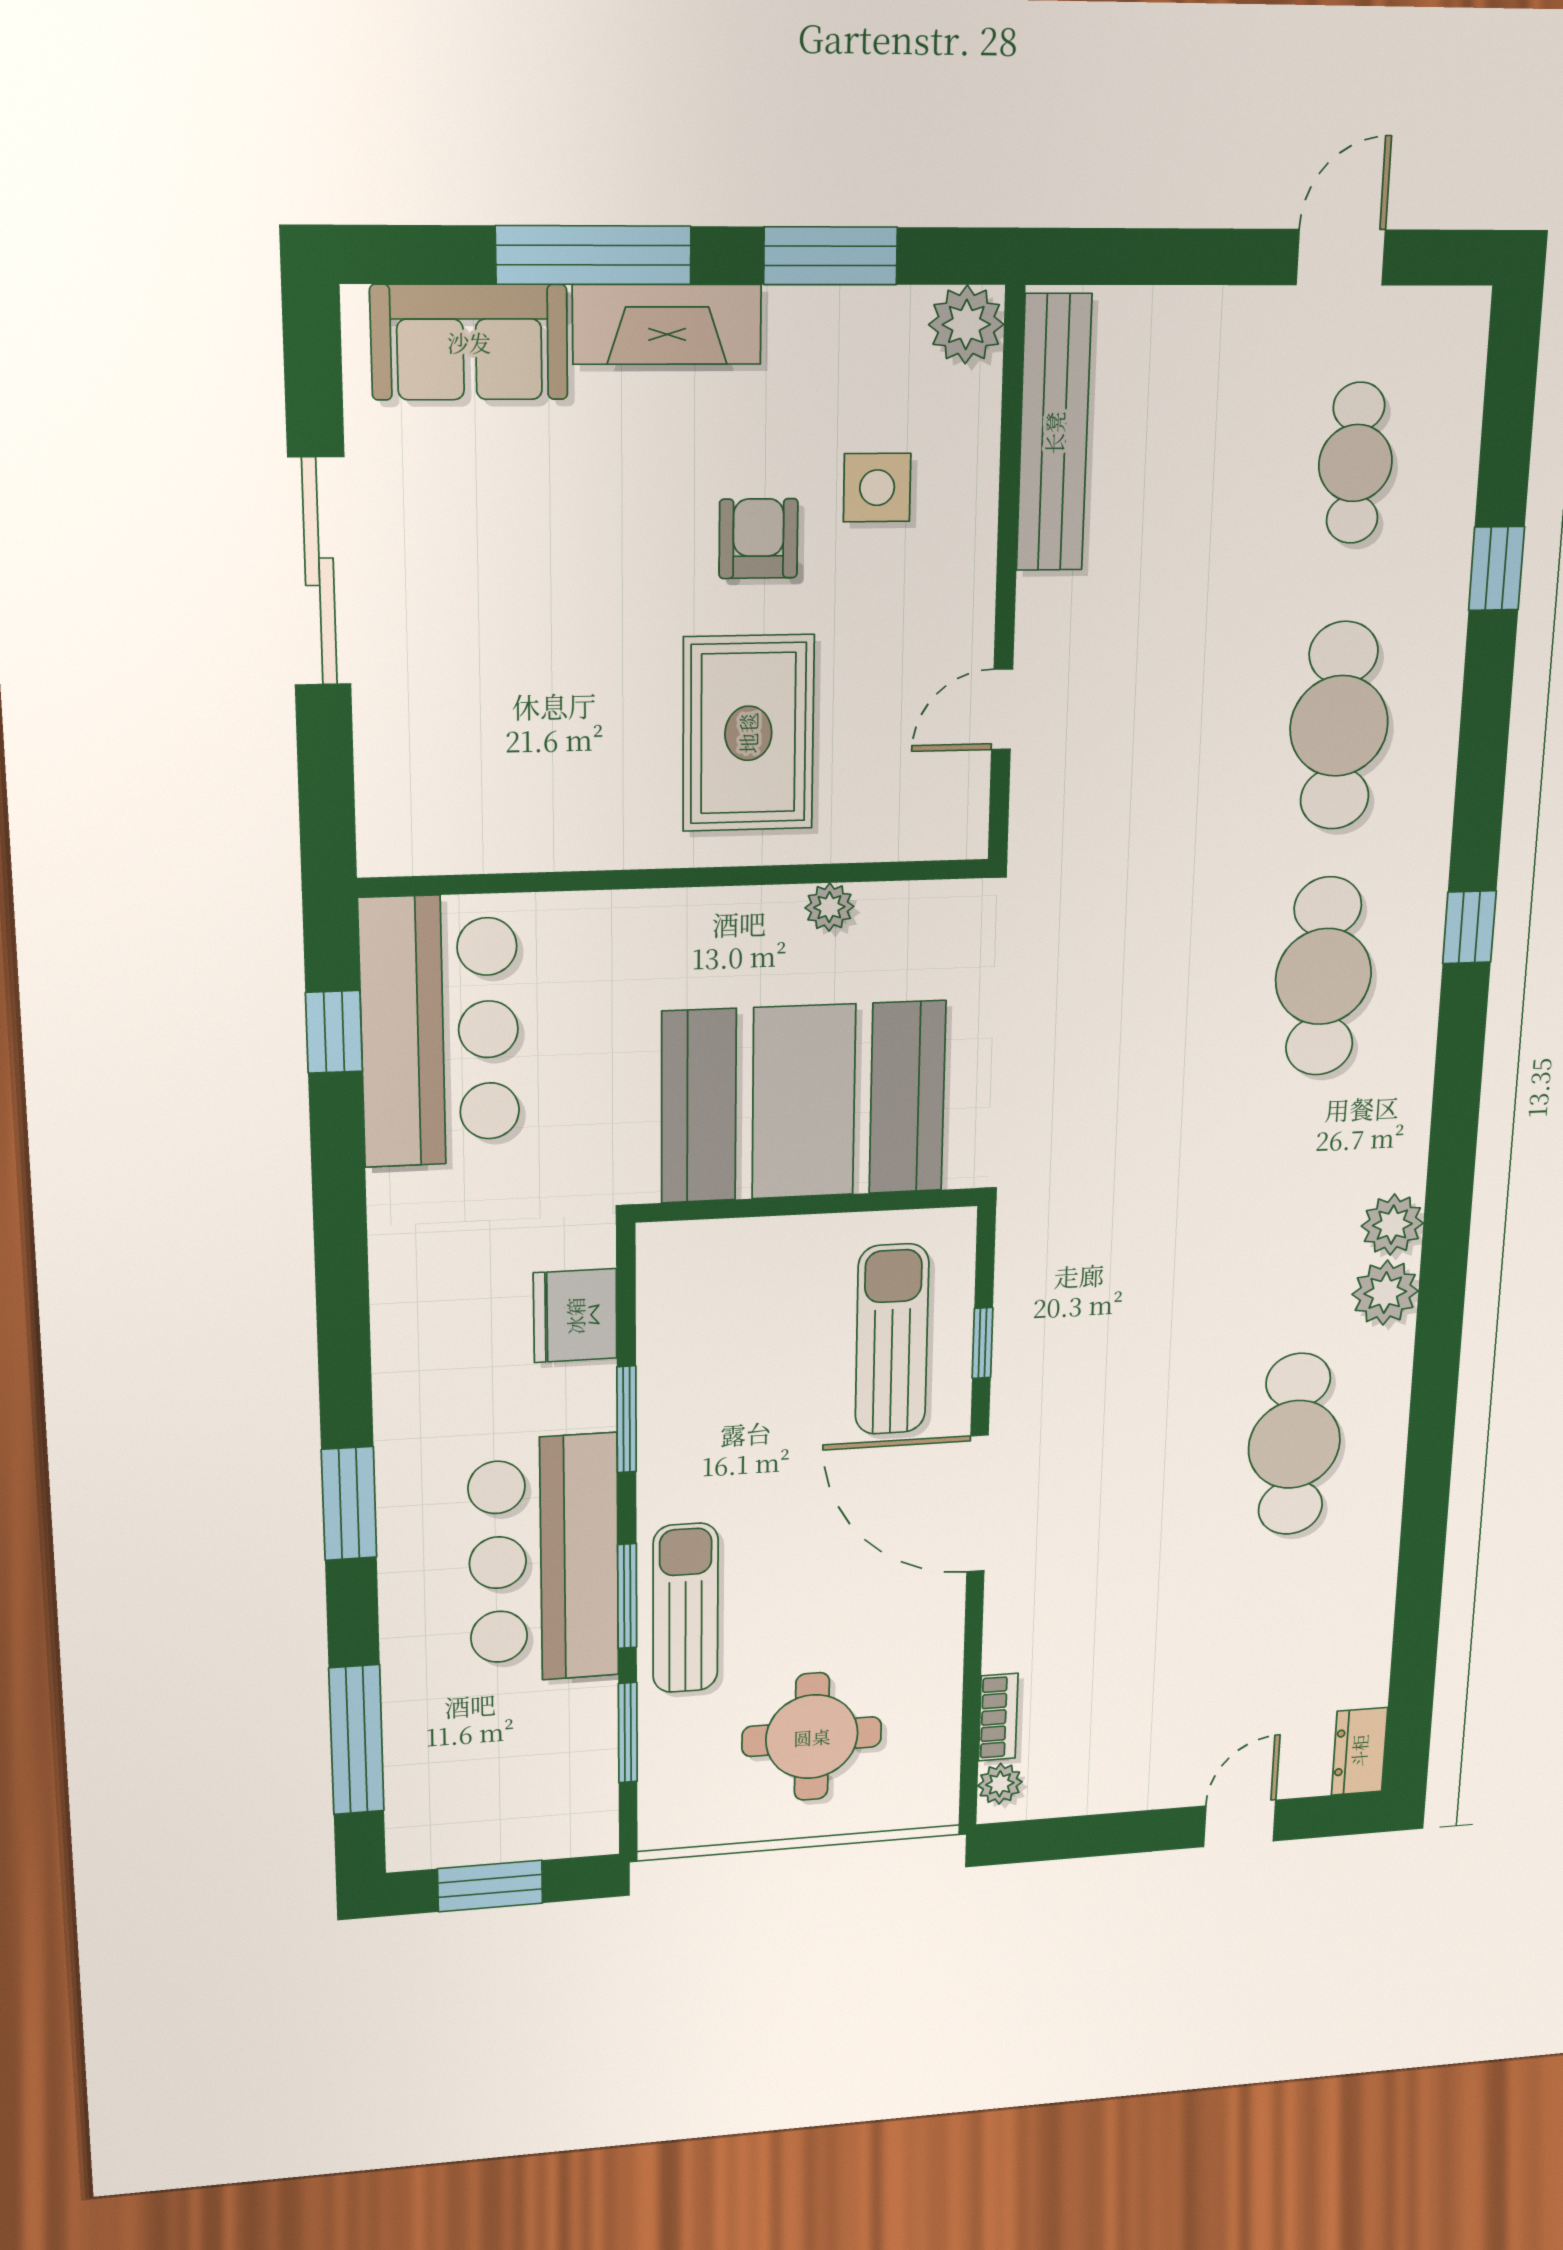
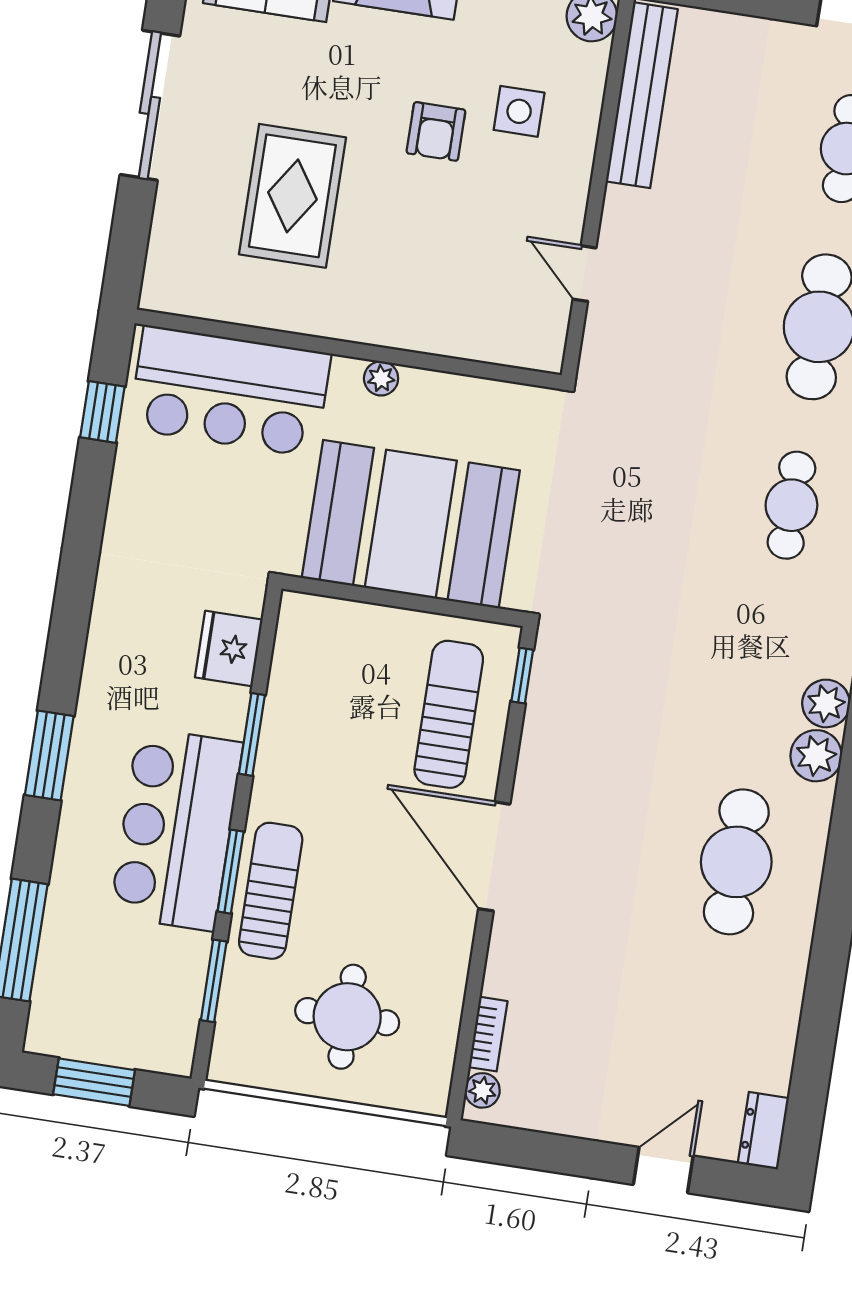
armchair: (758, 539) -> (436, 131), turned 180
door: (1002, 709) -> (584, 274), hinge flipped
rug: (748, 733) -> (292, 196), moved
plant: (829, 907) -> (381, 378), moved
cafe table: (1323, 977) -> (791, 505), width x0.73, depth x0.74
bar counter: (440, 1031) -> (230, 391), moved, turned 90
window: (982, 1343) -> (522, 676), moved

